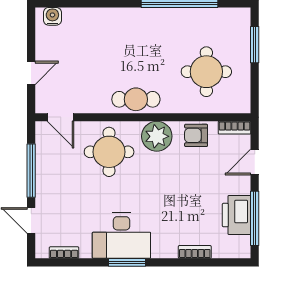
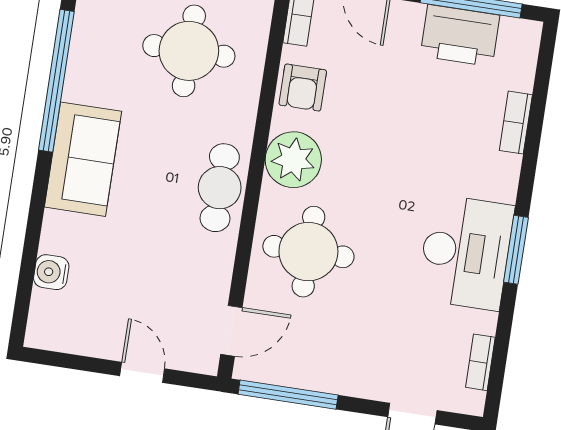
water cooler: (52, 16) -> (51, 272), moved
sofa: (140, 24) -> (83, 159), added
window: (31, 171) -> (288, 395), moved

